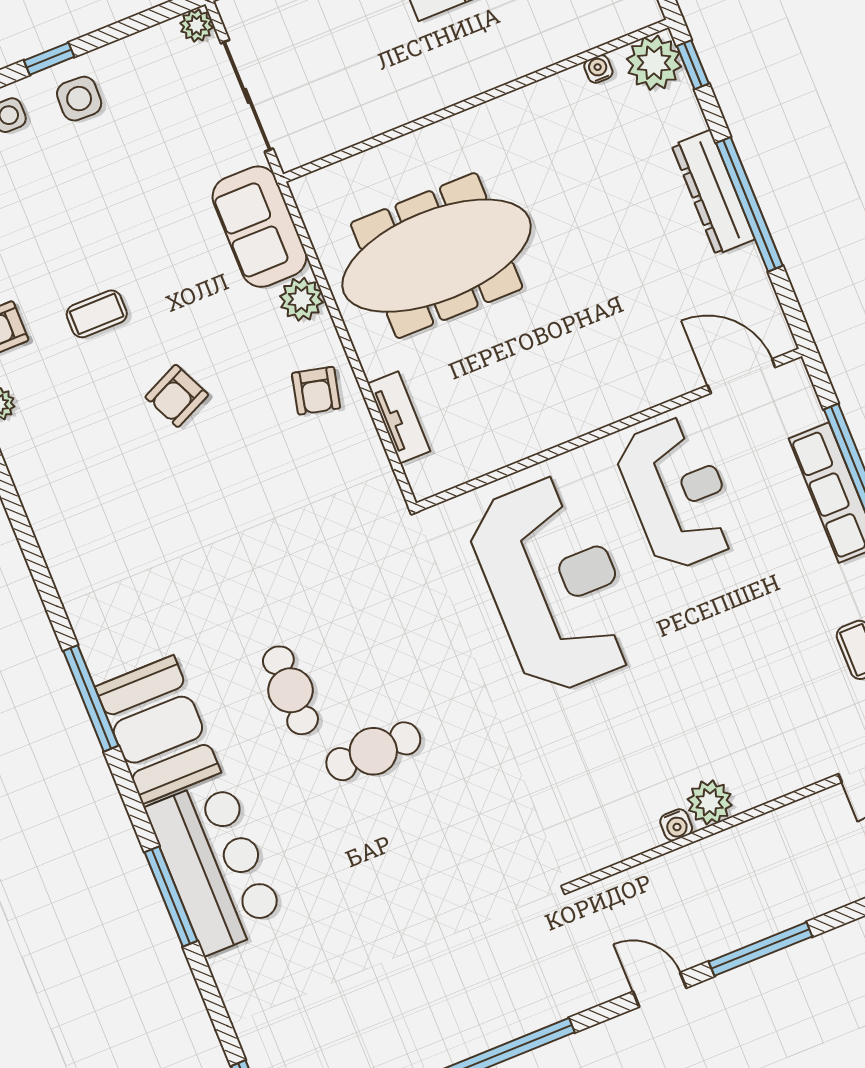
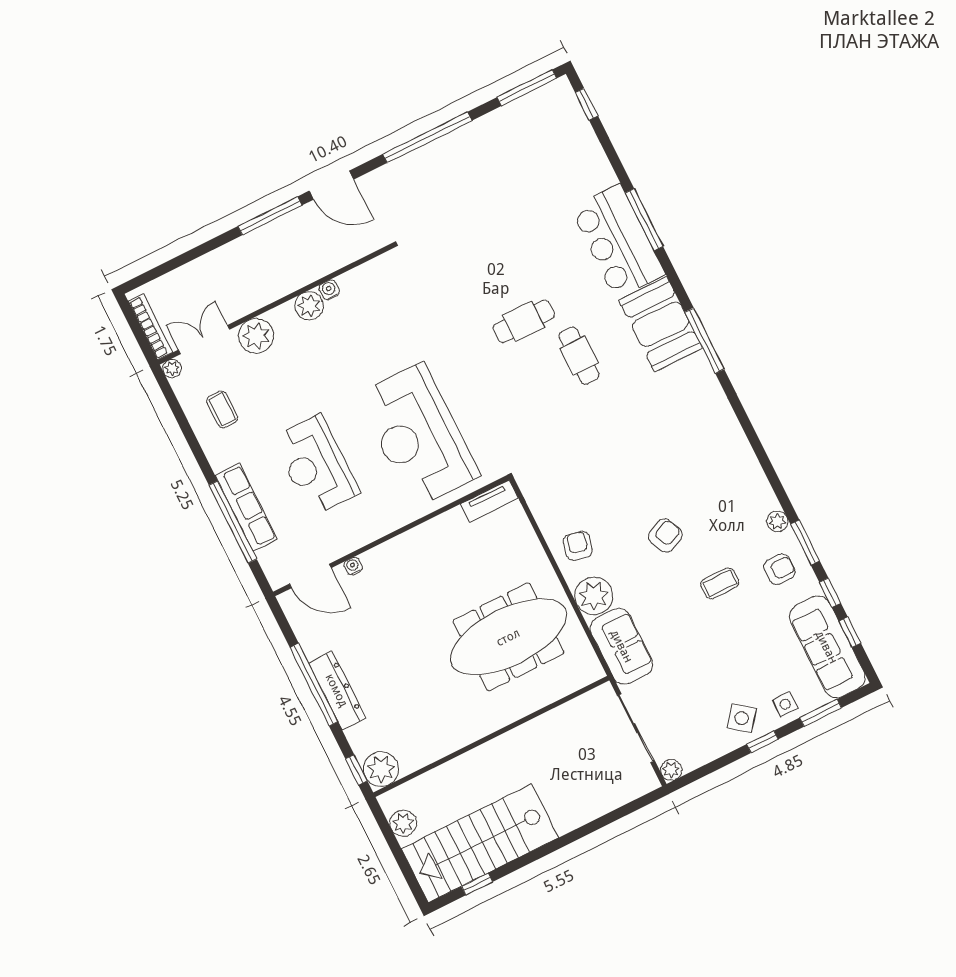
water cooler: (598, 69) -> (353, 566), moved, turned 180
side table: (79, 99) -> (742, 718), turned 37
plant: (301, 299) -> (594, 596), width x1.36, depth x1.36
tv unit: (399, 417) -> (489, 501), moved, turned -90
reception desk: (678, 493) -> (316, 465), moved
plant: (797, 762) -> (256, 336), added
door: (660, 990) -> (331, 185), width x1.38

